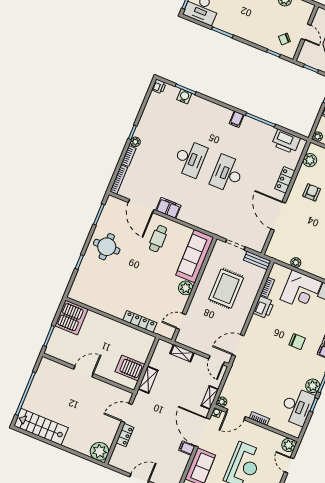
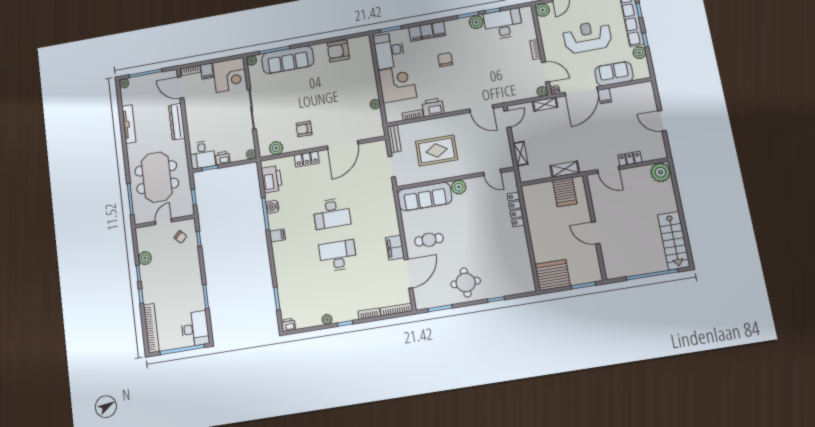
water cooler: (184, 97) -> (272, 207), moved
plant: (135, 142) -> (327, 319), moved

